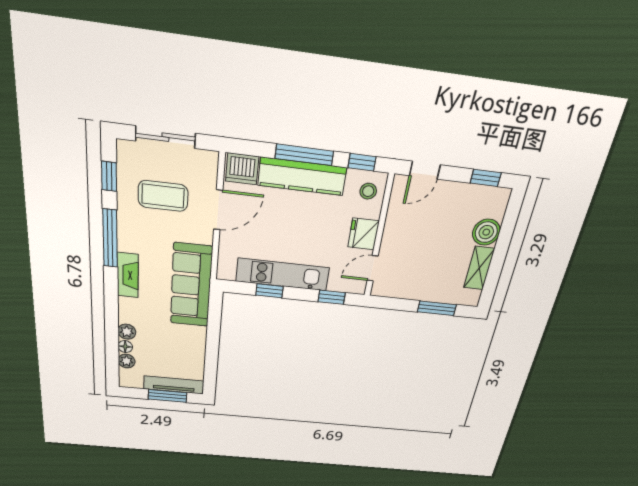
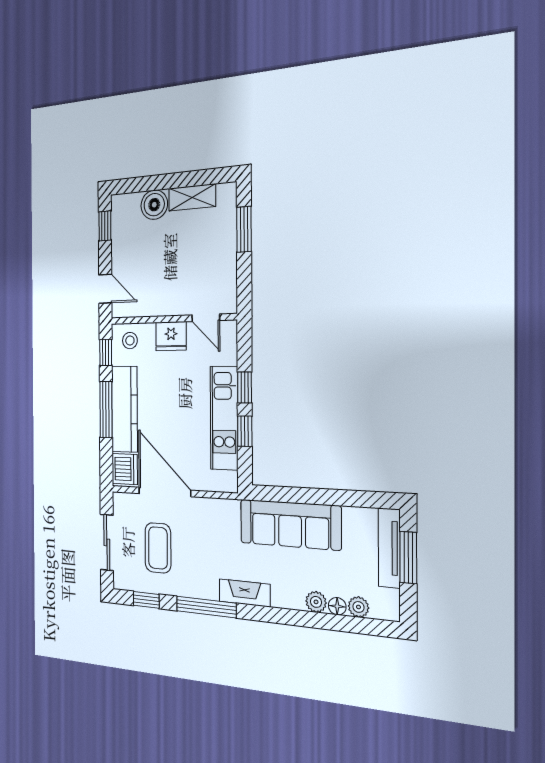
door: (218, 210) -> (165, 492), width x1.36
sofa: (191, 285) -> (290, 525), moved
window: (332, 297) -> (245, 387), moved

